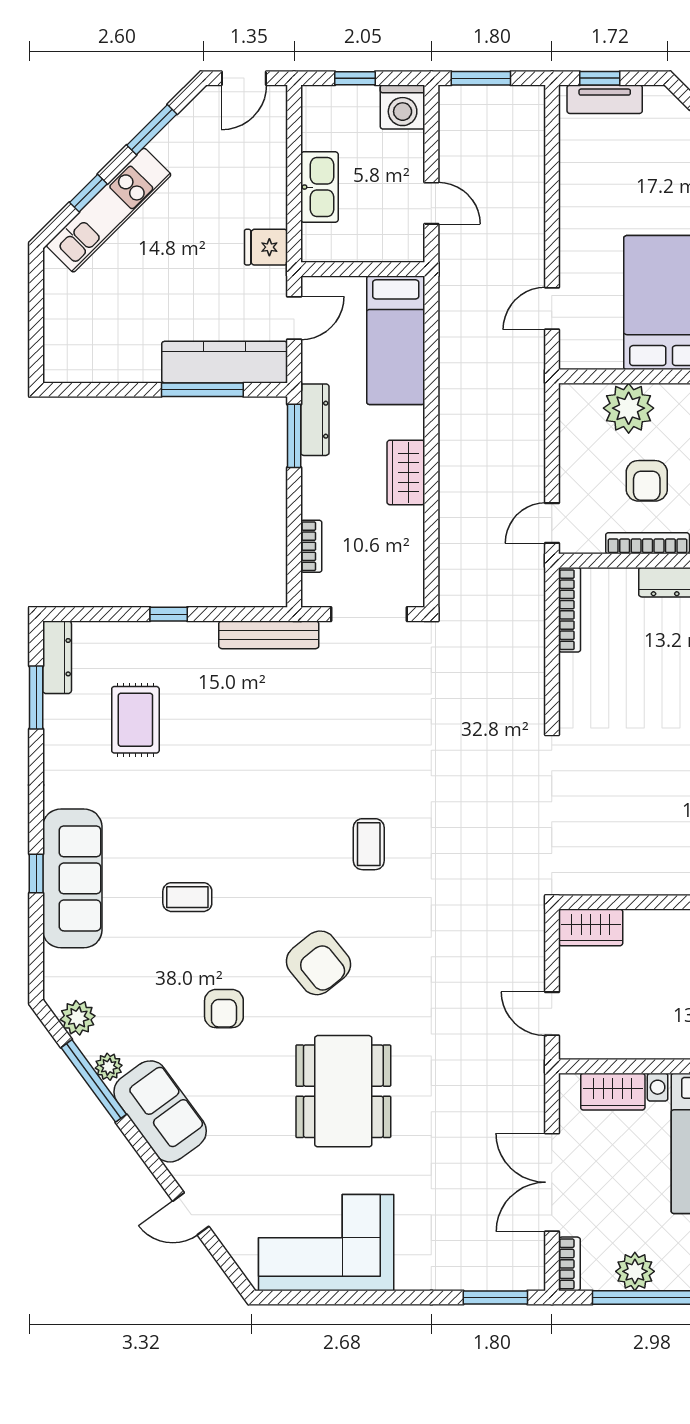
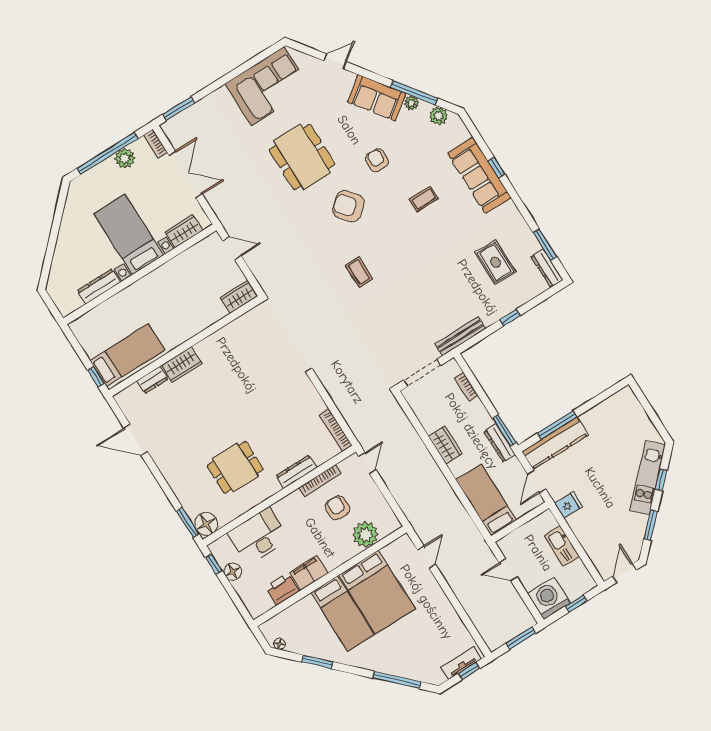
washing machine: (403, 107) -> (549, 598), width x1.37, depth x1.37

